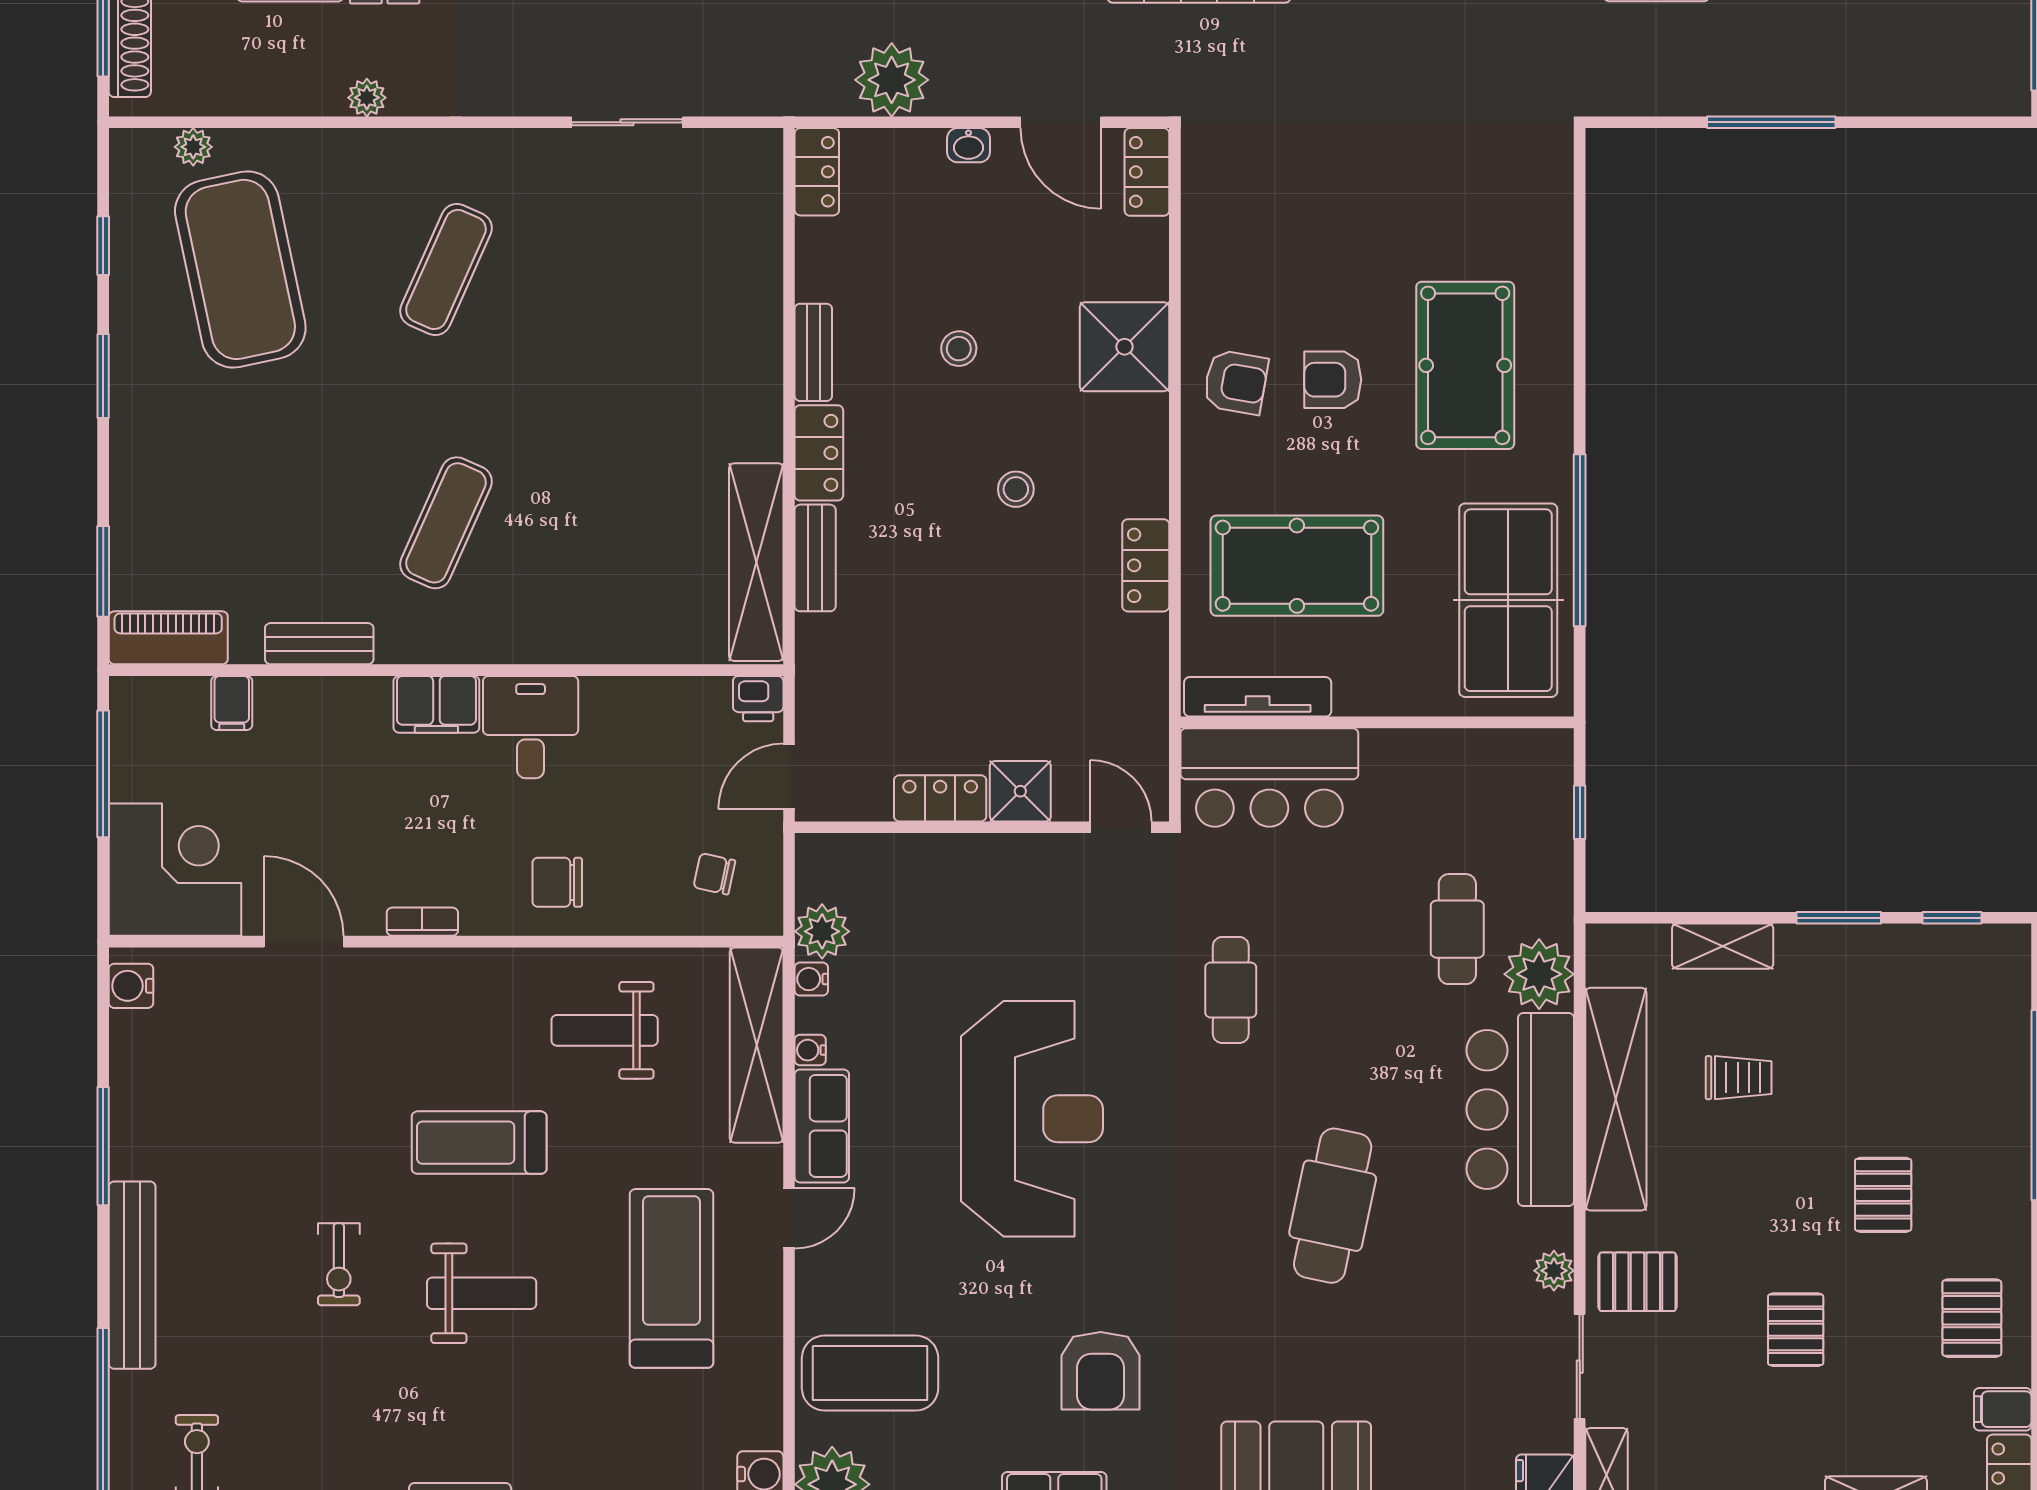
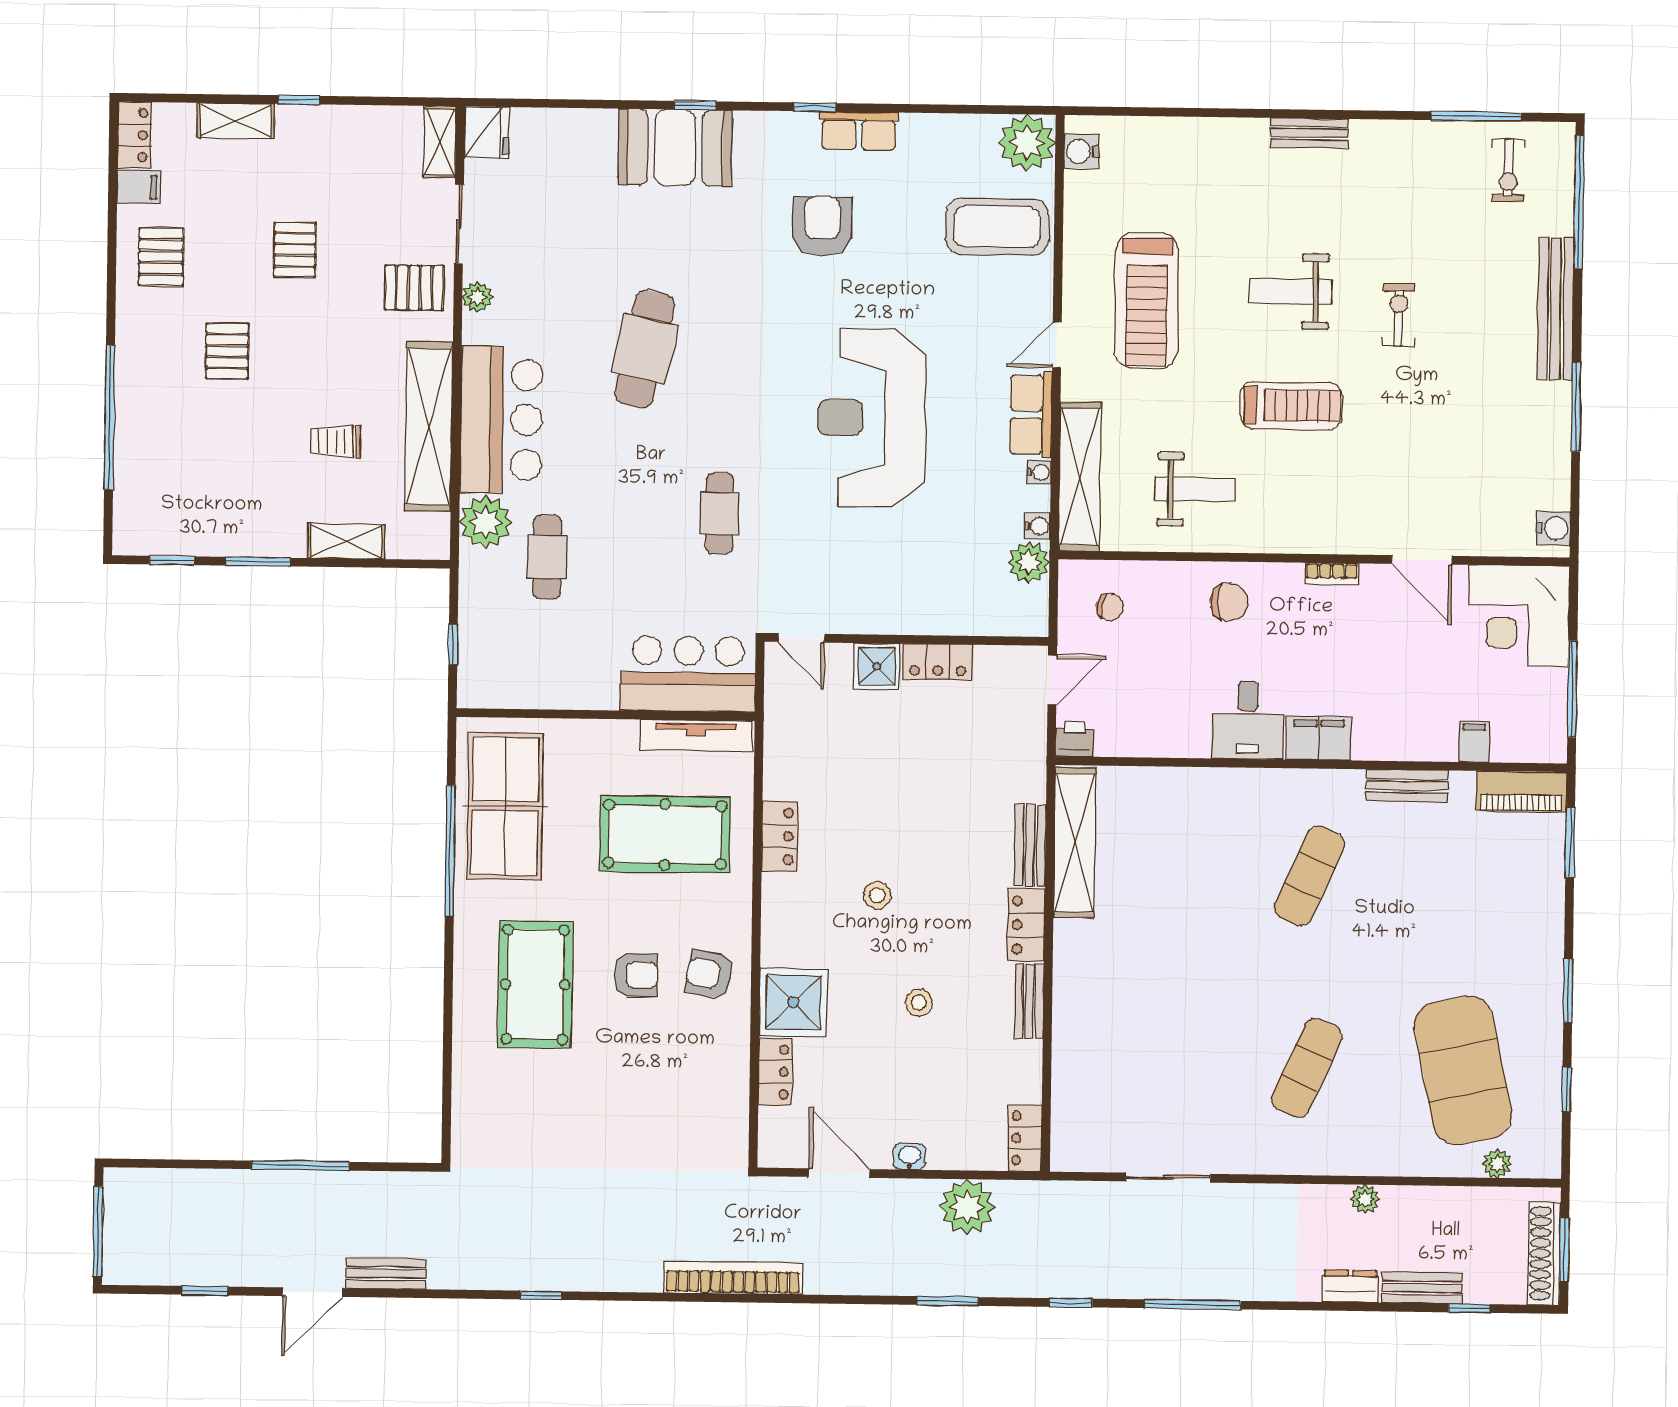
locker: (1147, 172) -> (775, 1072), moved

